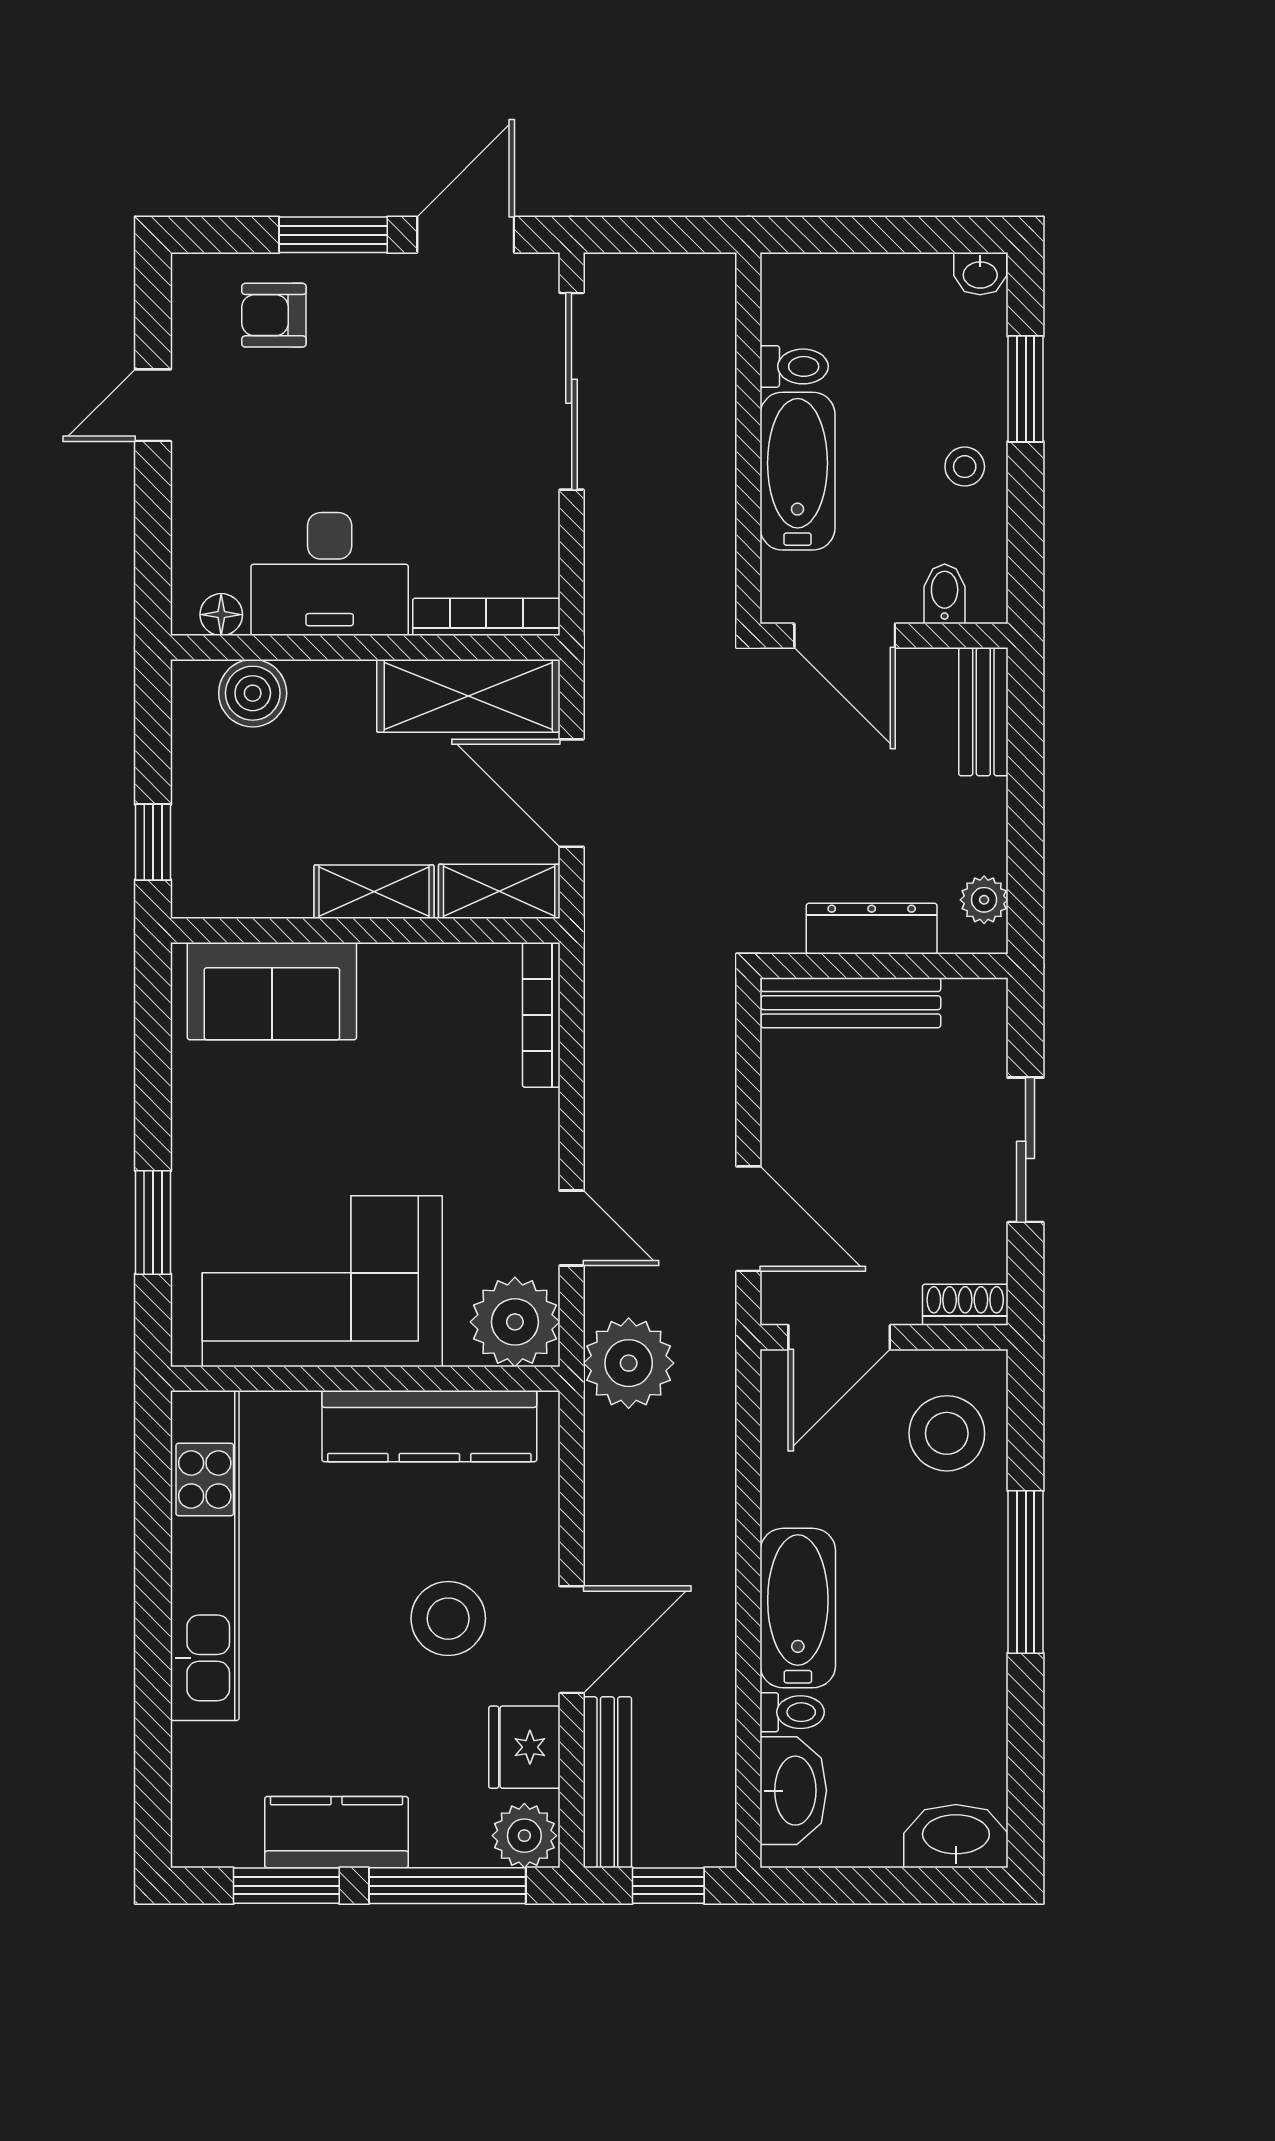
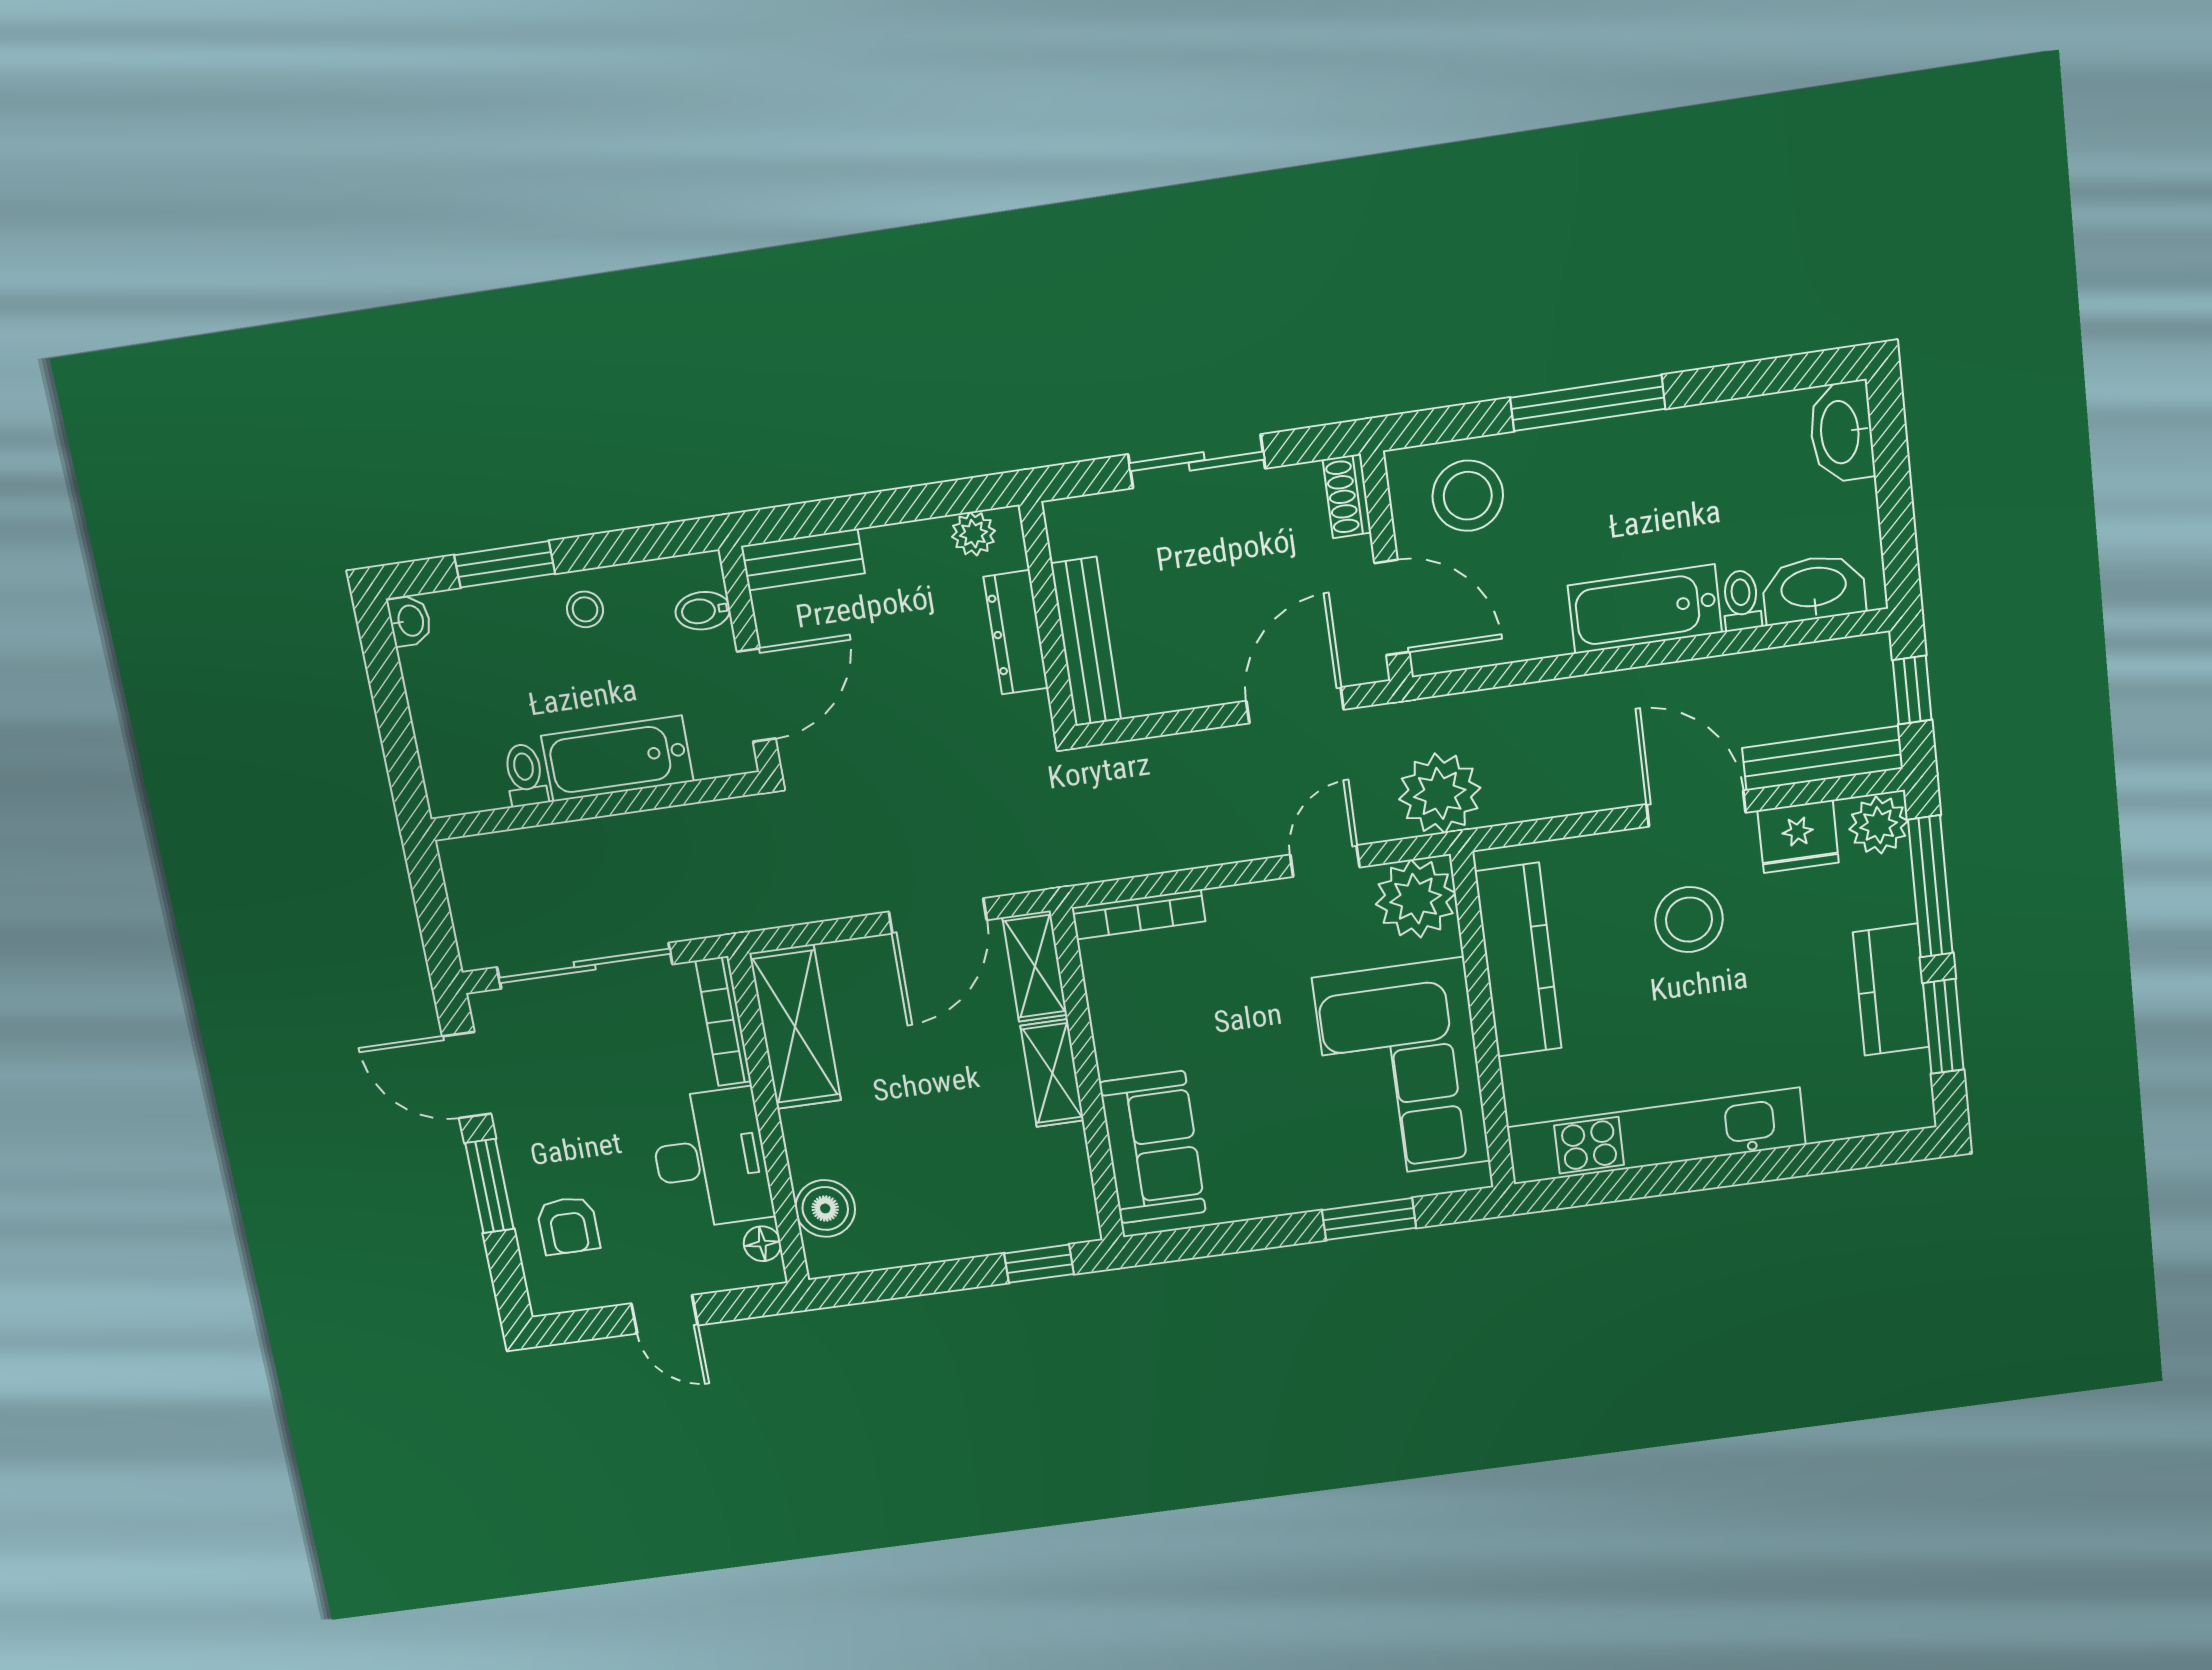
desk: (330, 574) -> (711, 1159), moved
floor lamp: (221, 615) -> (762, 1244), moved
bookcase: (486, 617) -> (723, 1021), moved
wall: (365, 647) -> (769, 1120), moved
boiler: (253, 693) -> (825, 1208), moved
shelving: (468, 696) -> (795, 1027), moved

